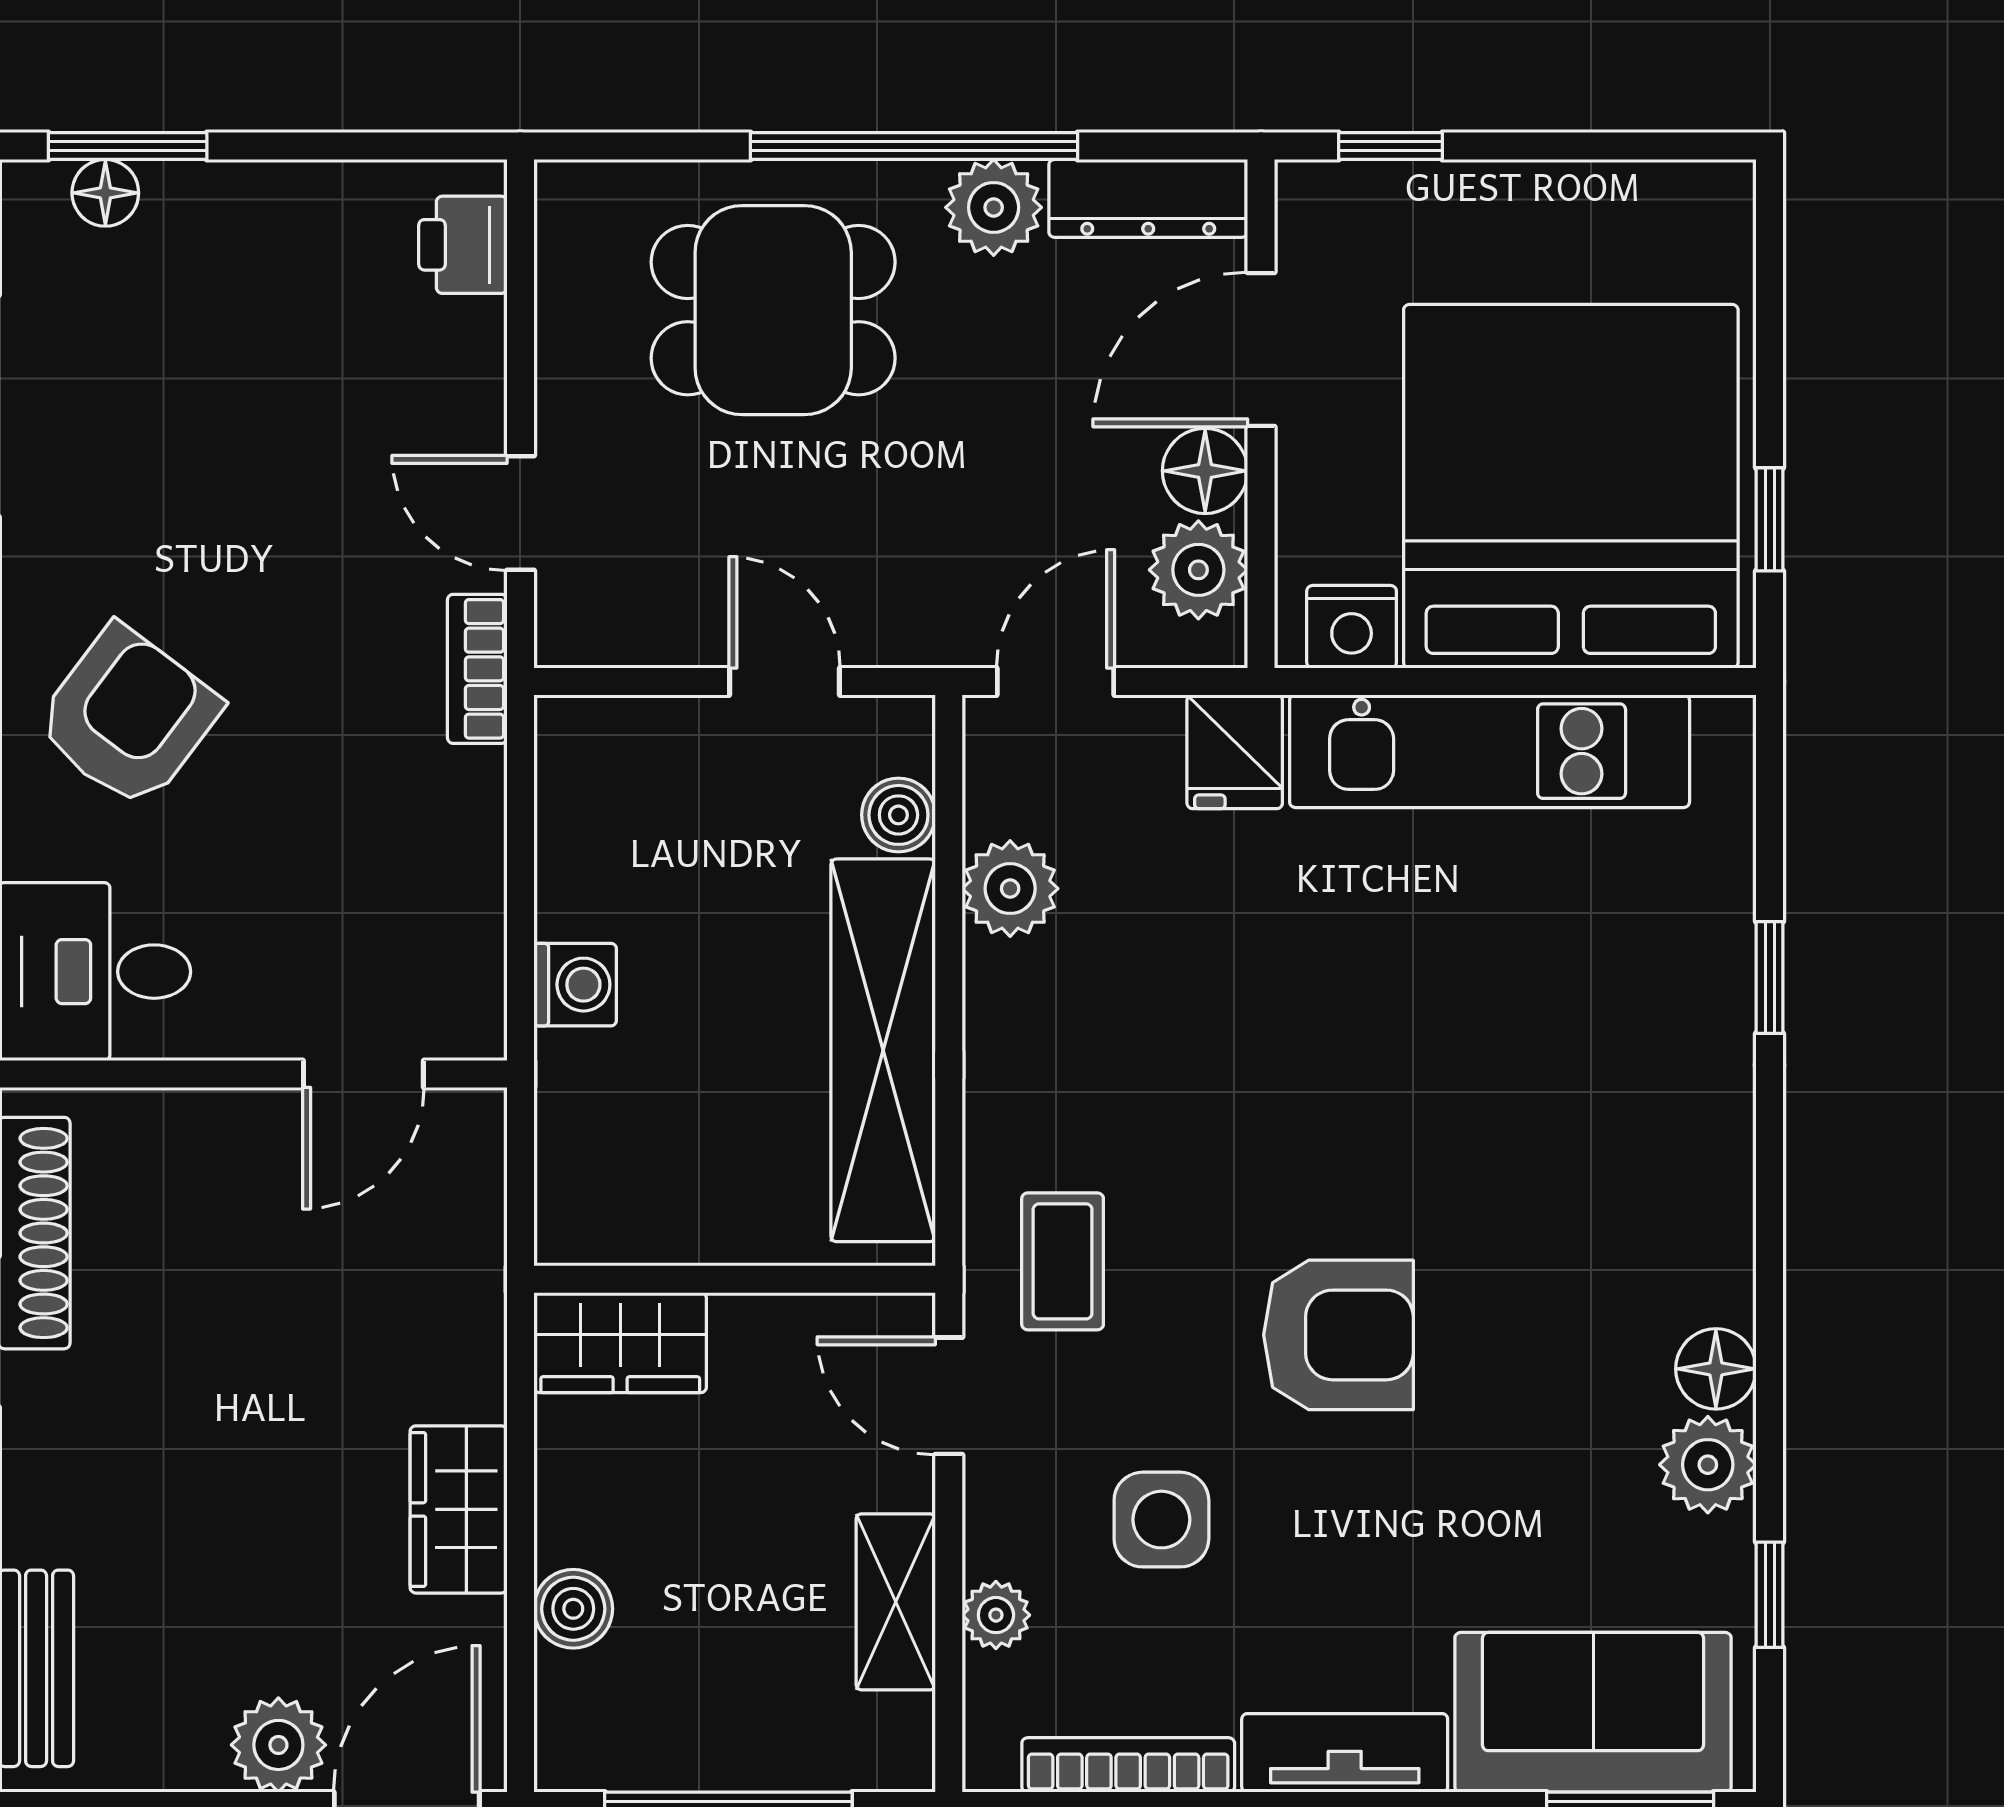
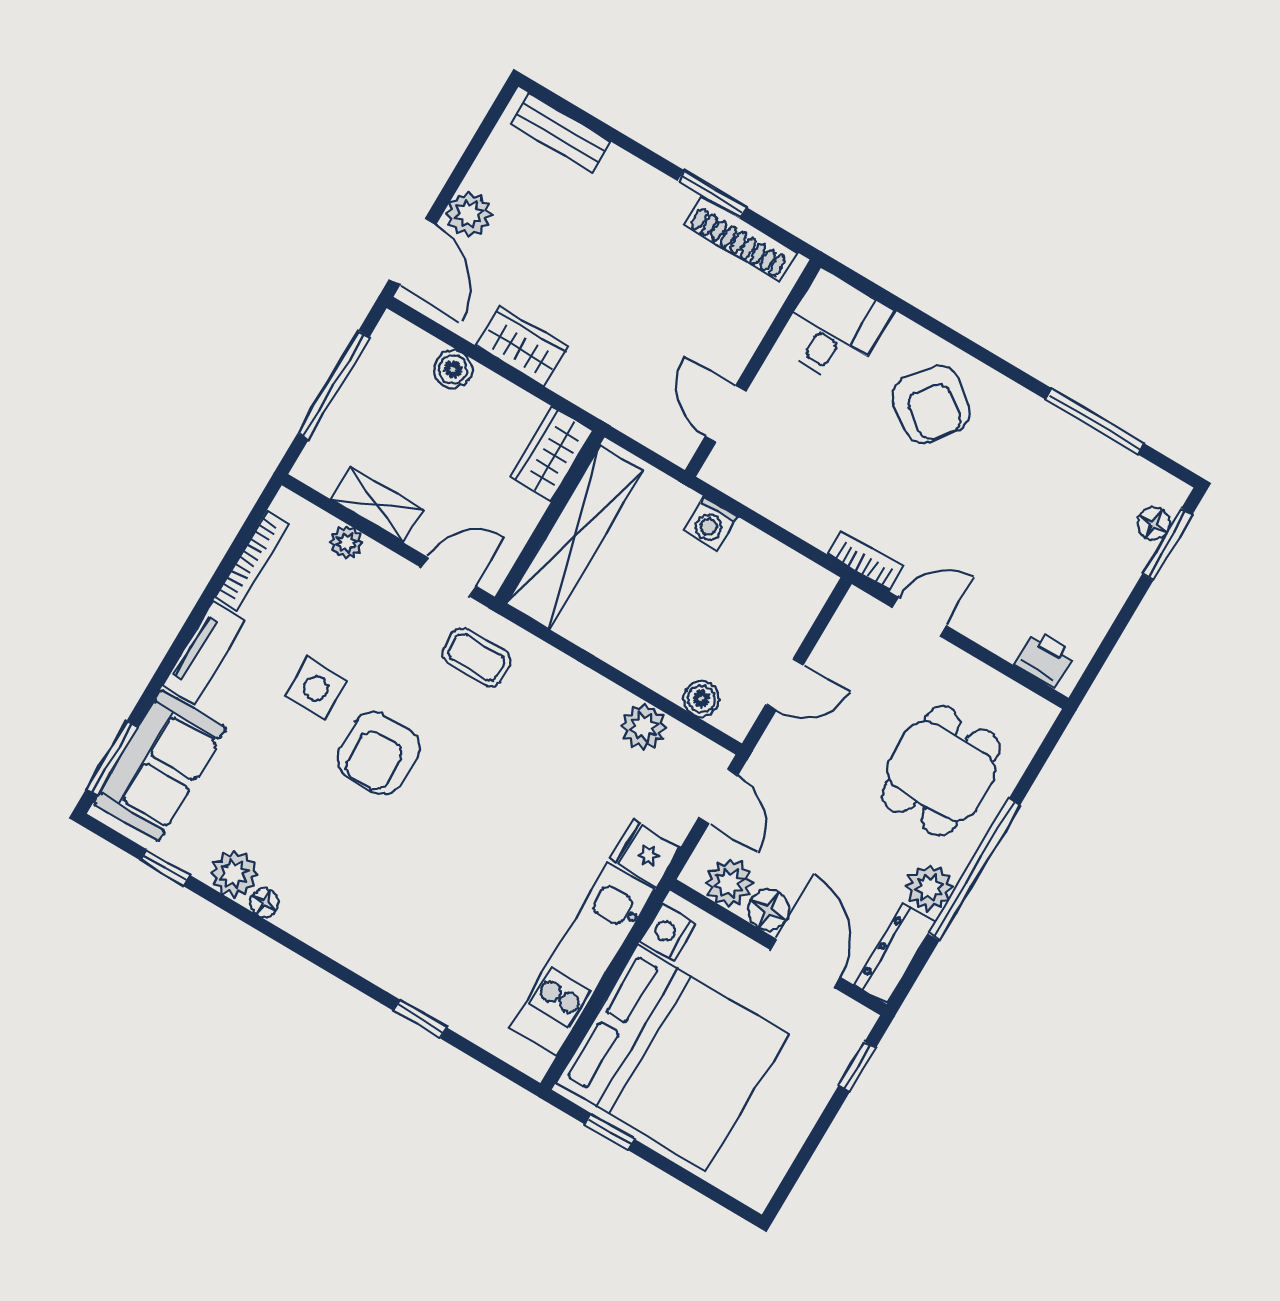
shelving: (883, 1050) -> (574, 537), moved, turned 90
floor lamp: (1716, 1369) -> (264, 903), width x0.73, depth x0.73
side table: (1161, 1520) -> (316, 688), moved

